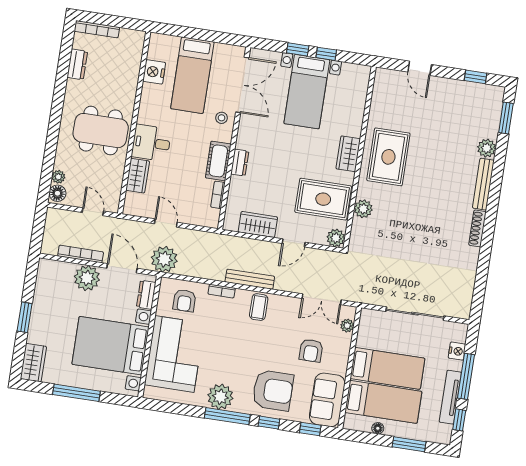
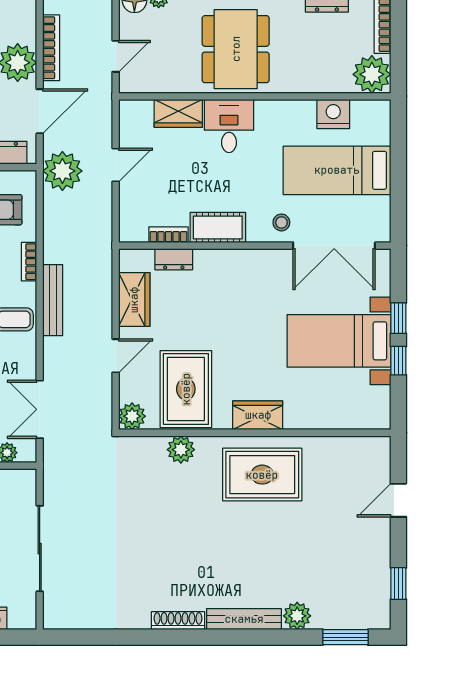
plant: (132, 42) -> (372, 74), added
dresser: (240, 163) -> (174, 259), moved
door: (294, 243) -> (116, 356), swing flipped

